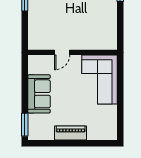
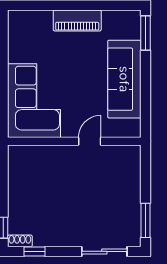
sofa: (39, 94) -> (124, 79), width x1.36

